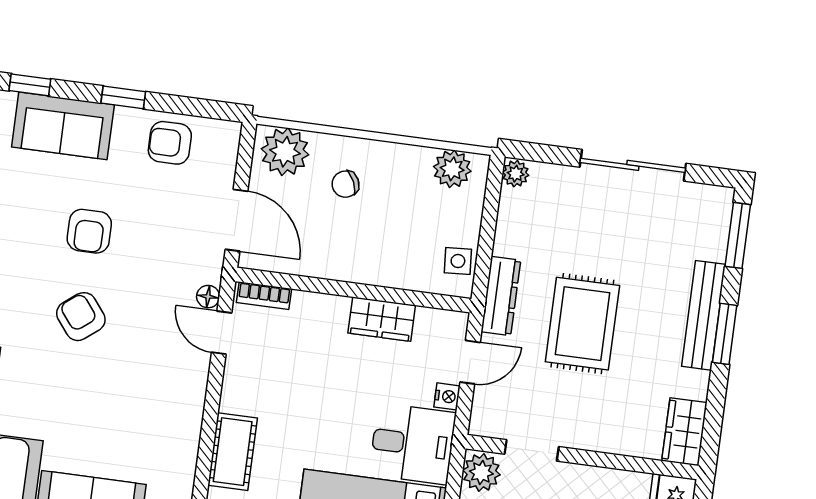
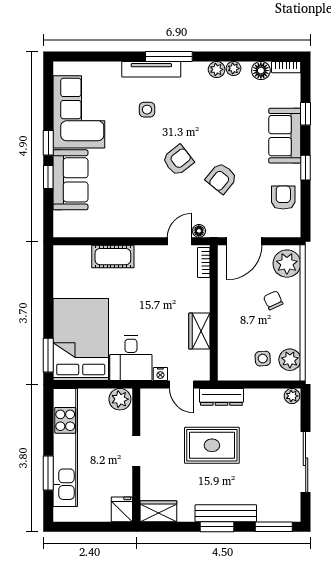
armchair: (89, 231) -> (221, 178), moved, turned -51
side table: (458, 261) -> (263, 359), moved
doorway: (532, 450) -> (136, 451), moved

